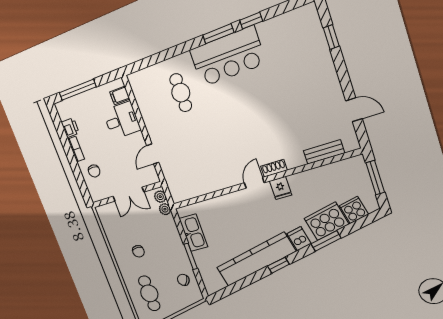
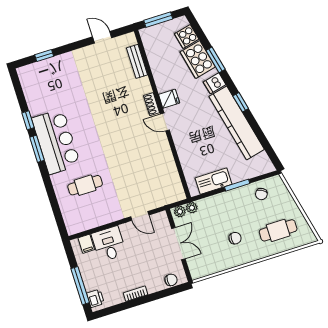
door: (354, 110) -> (102, 37), hinge flipped
printer: (70, 128) -> (95, 298), moved, turned 90
chair: (94, 171) -> (171, 280), moved

